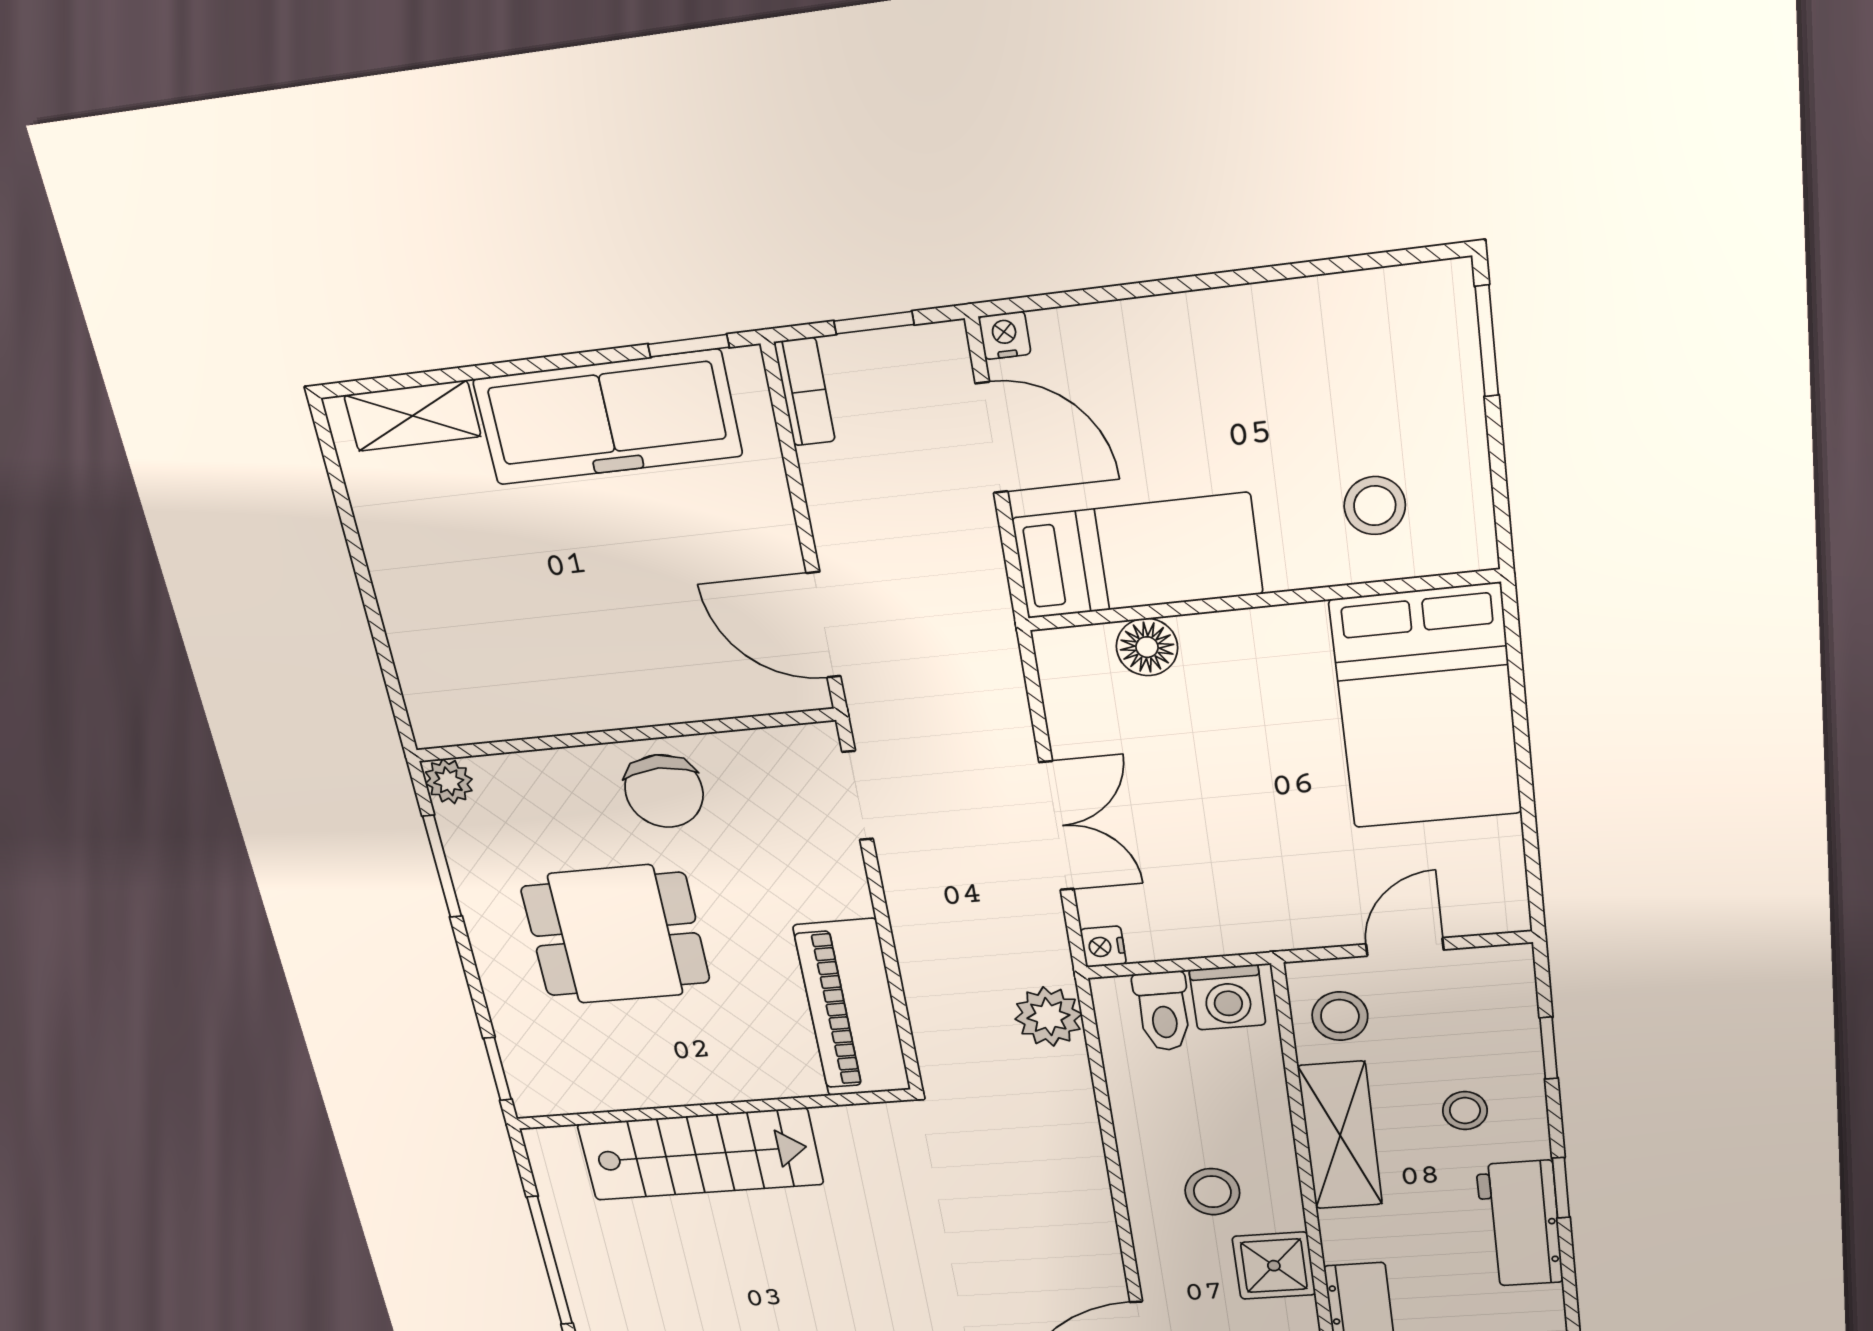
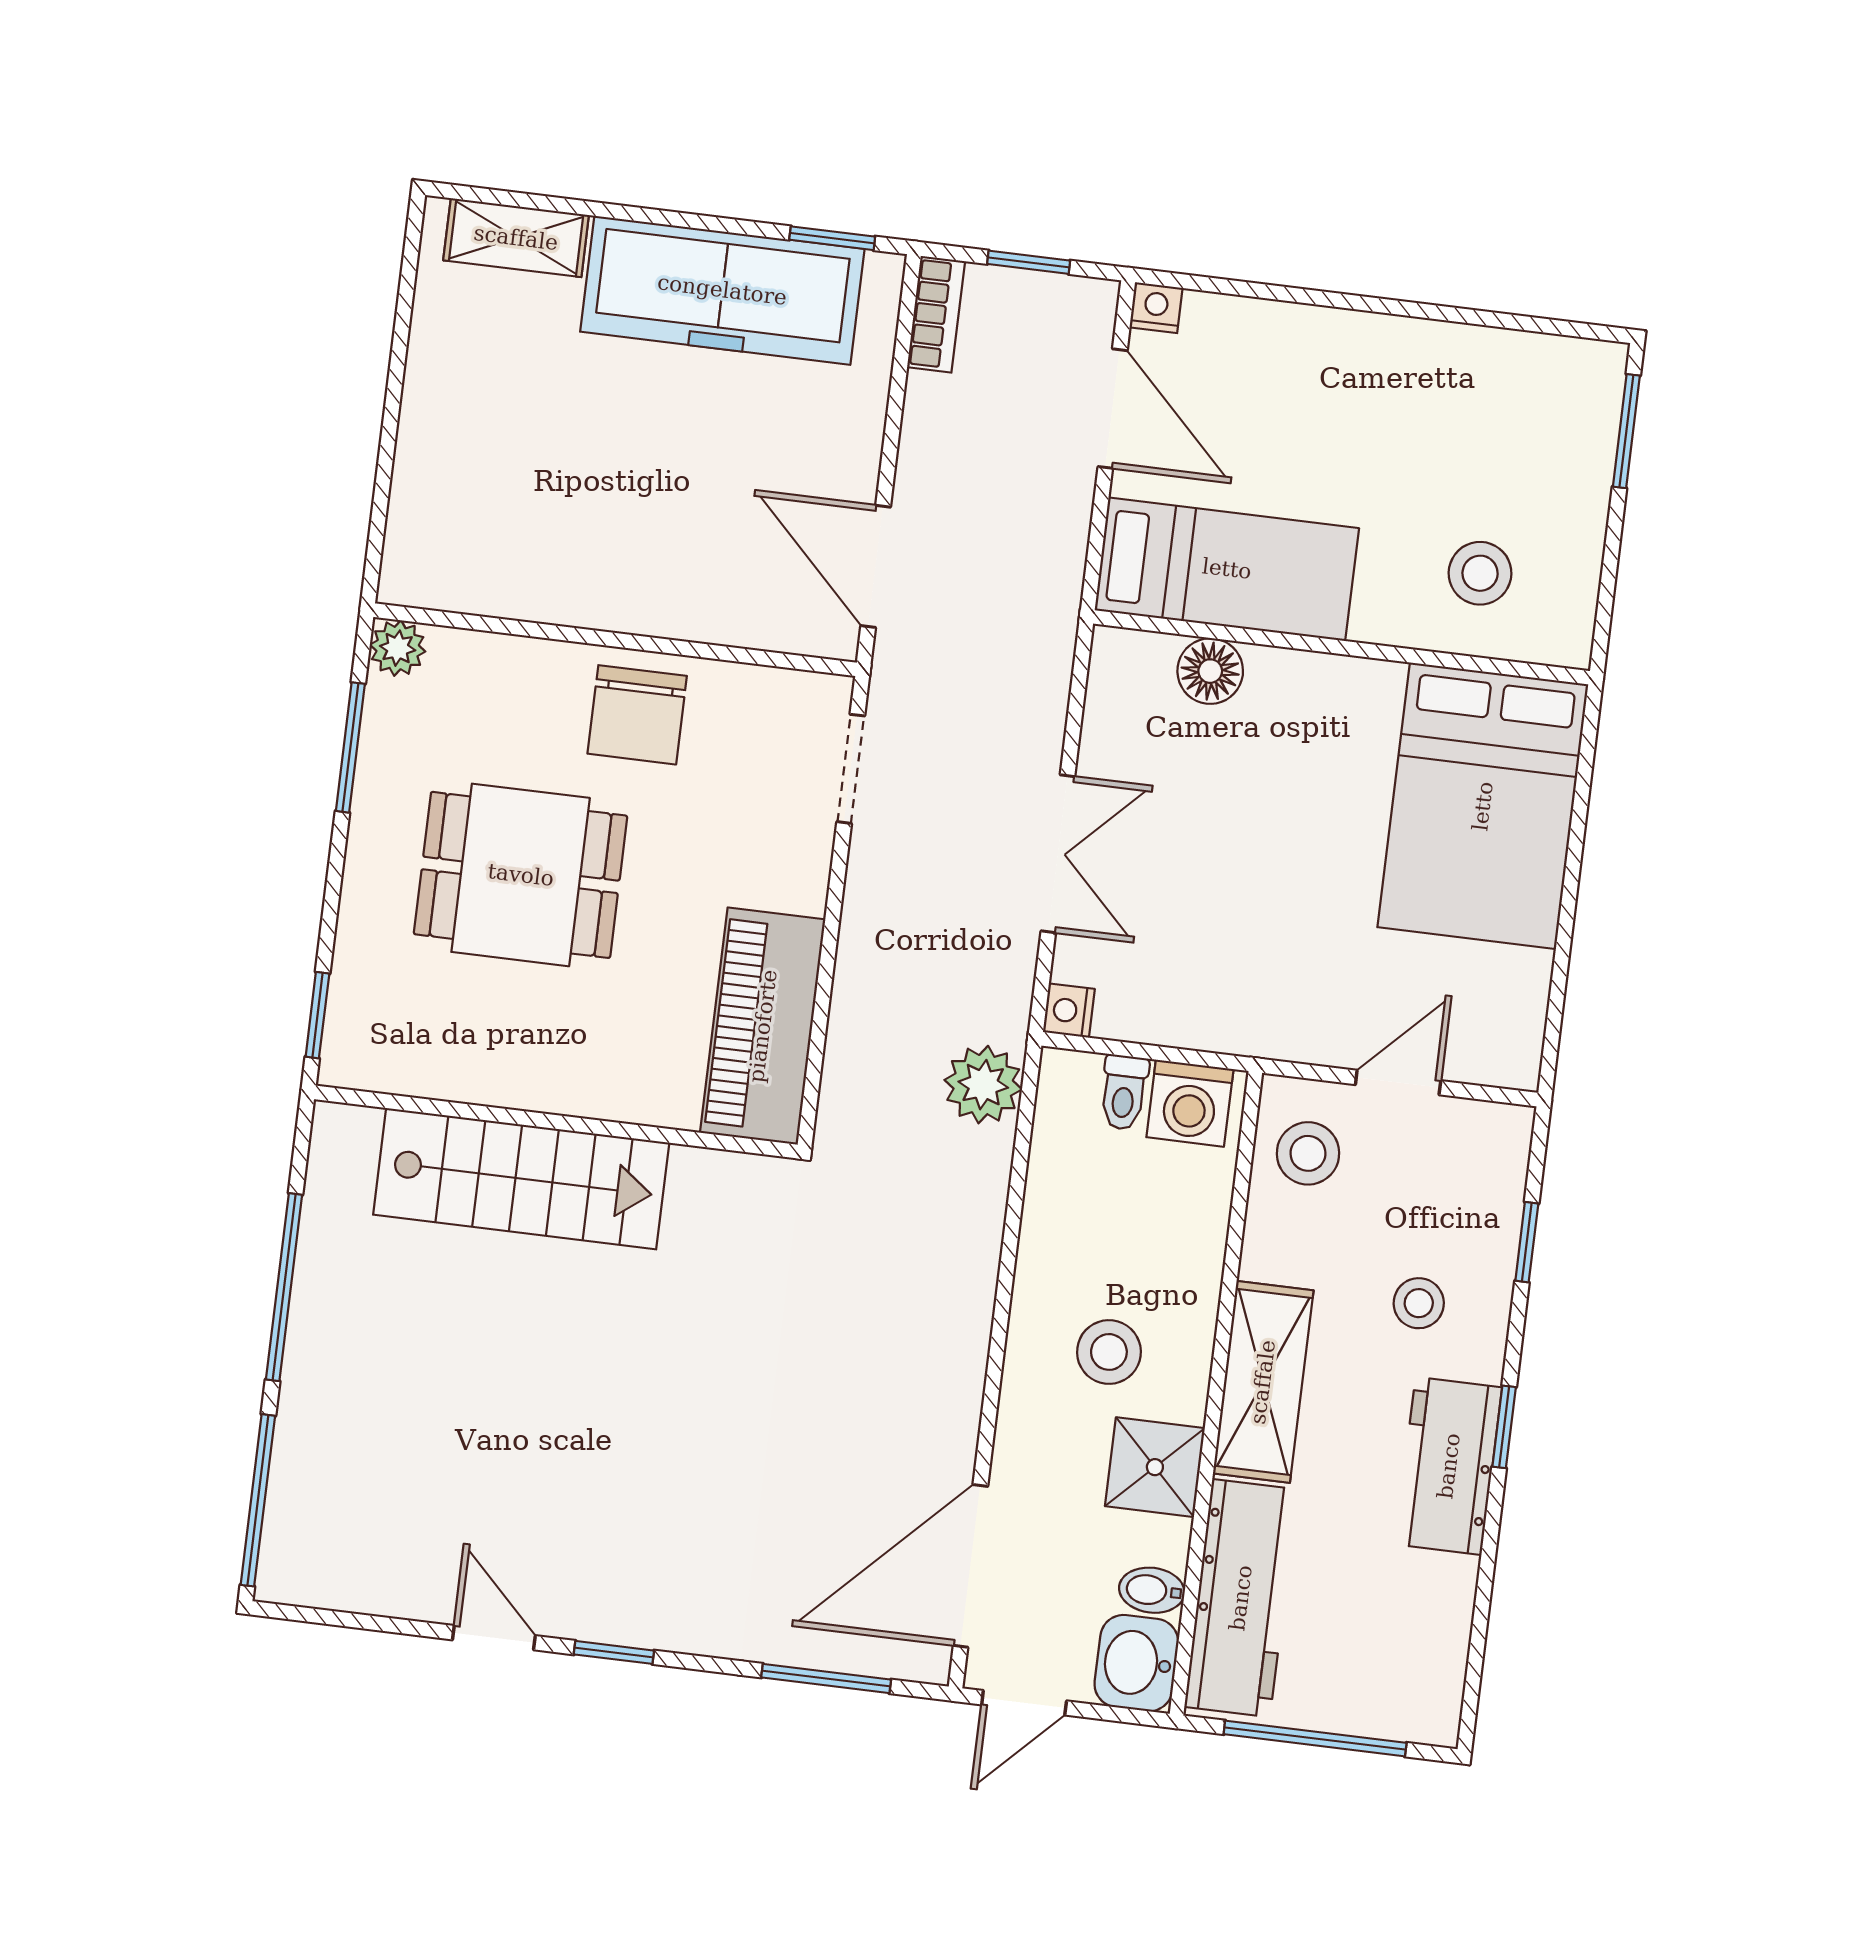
toilet: (1163, 1011) -> (1124, 1092), width x0.73, depth x0.72
shelving: (1340, 1135) -> (1263, 1382), moved

